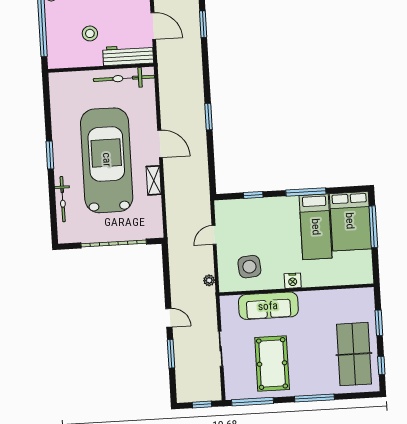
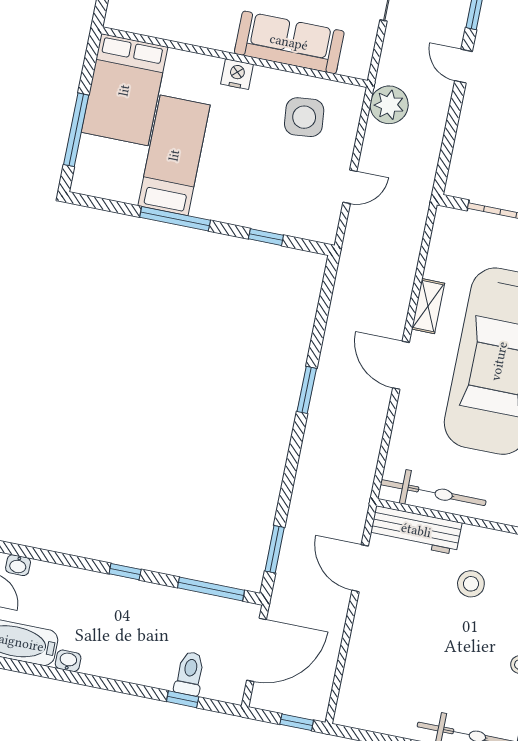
bed: (350, 221) -> (124, 90), moved, turned 180
plant: (209, 280) -> (389, 105), width x1.87, depth x1.87

